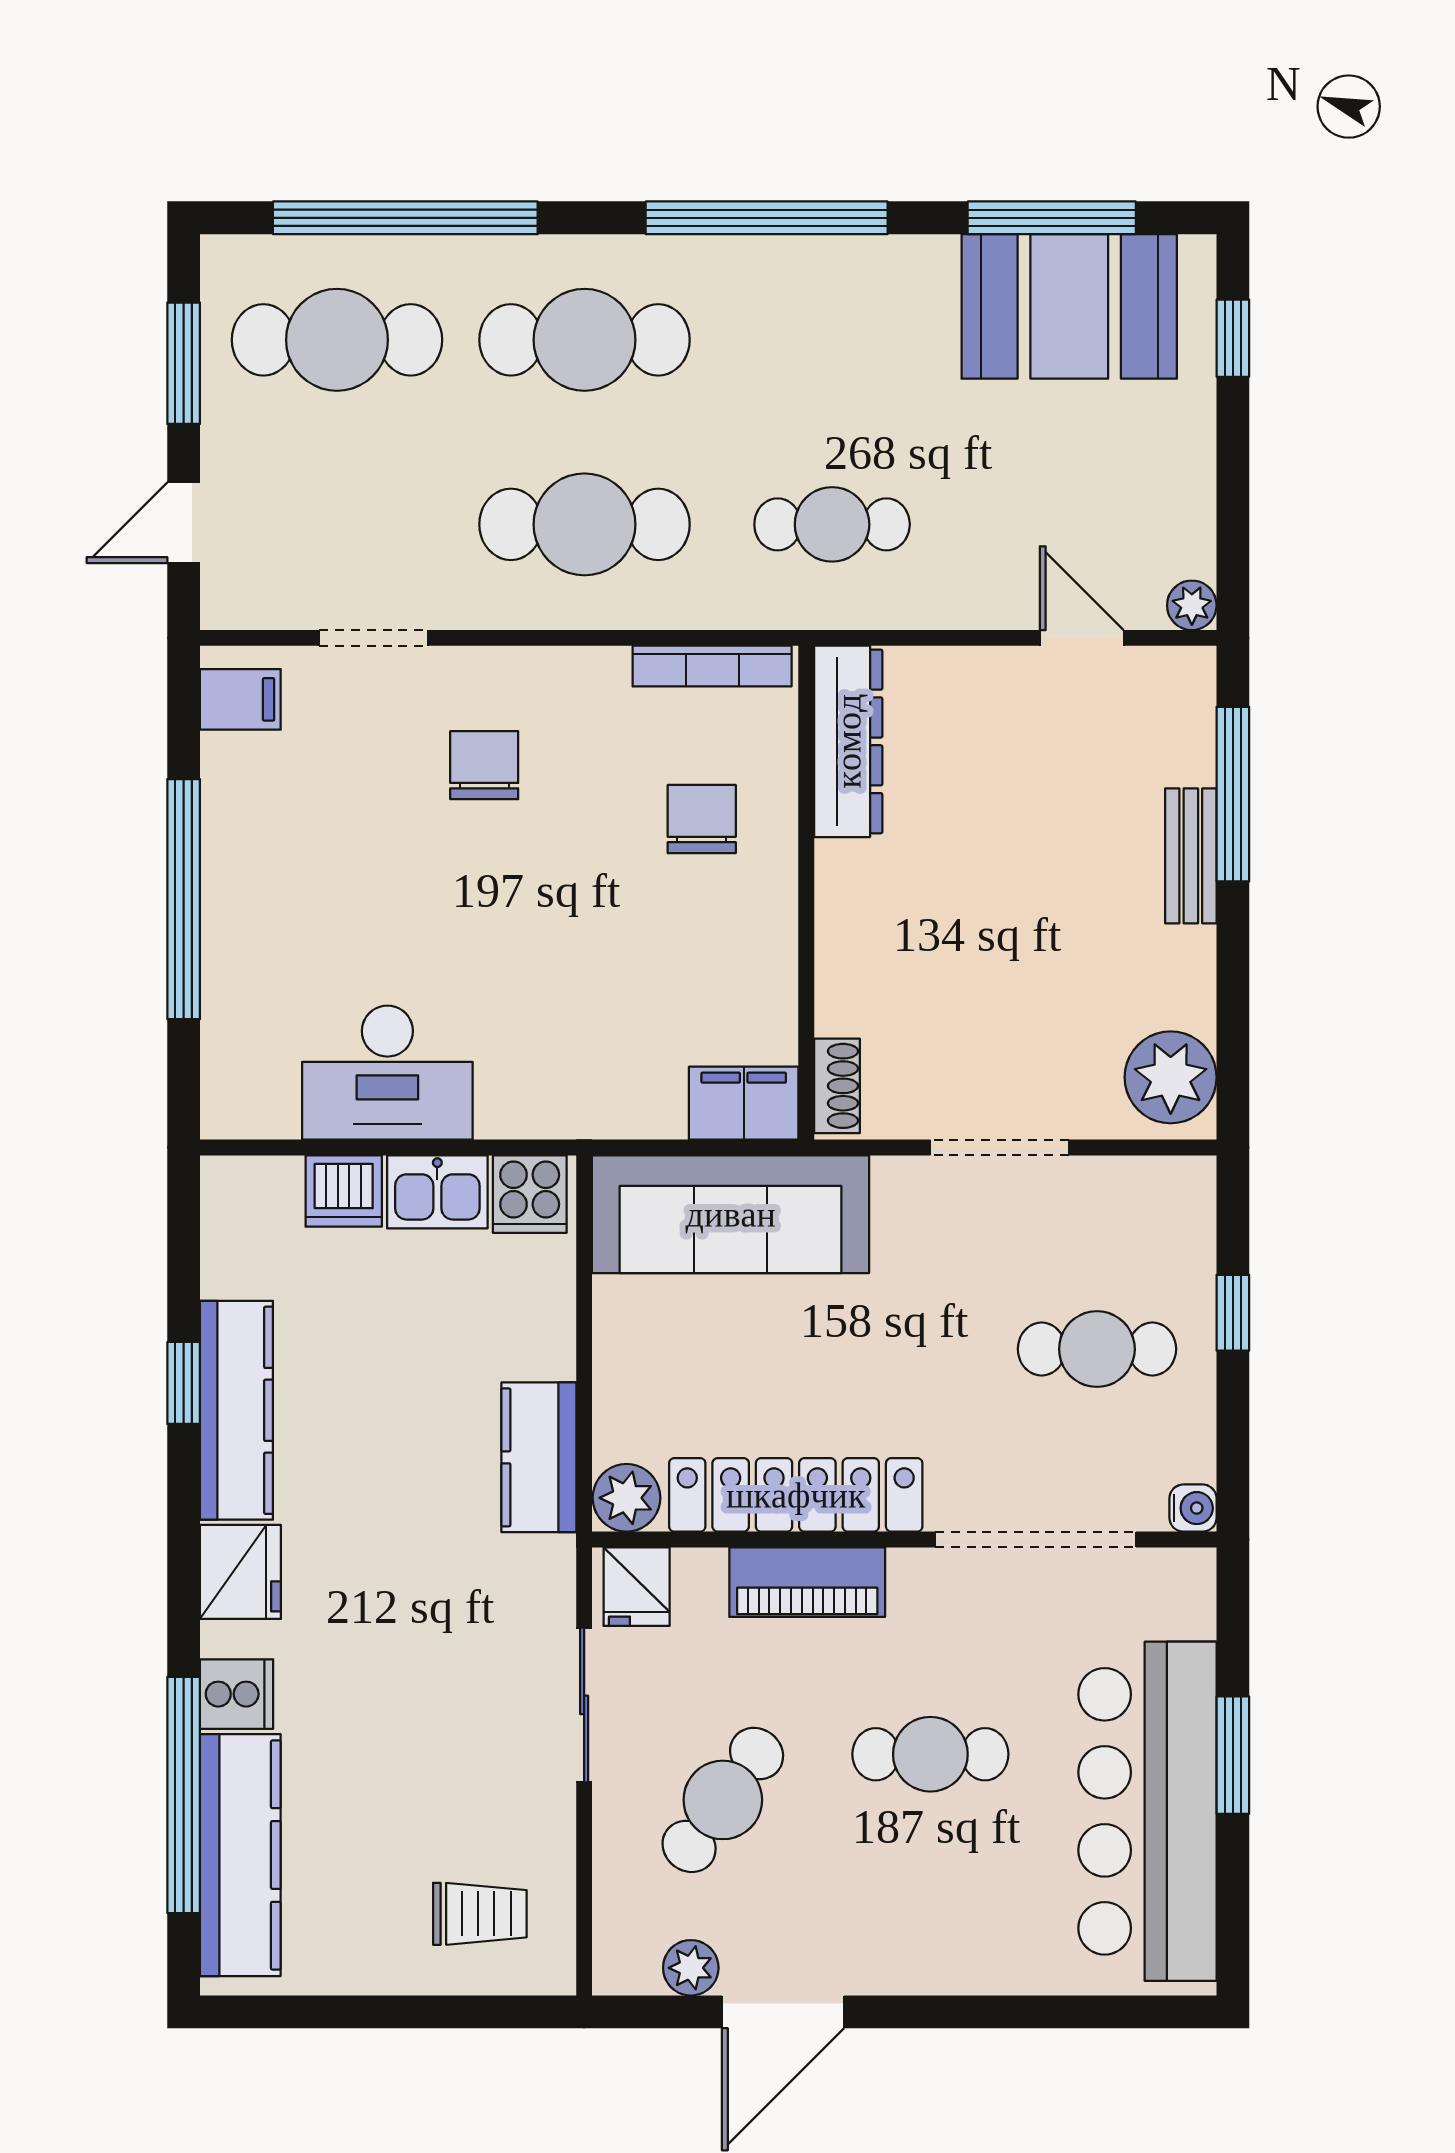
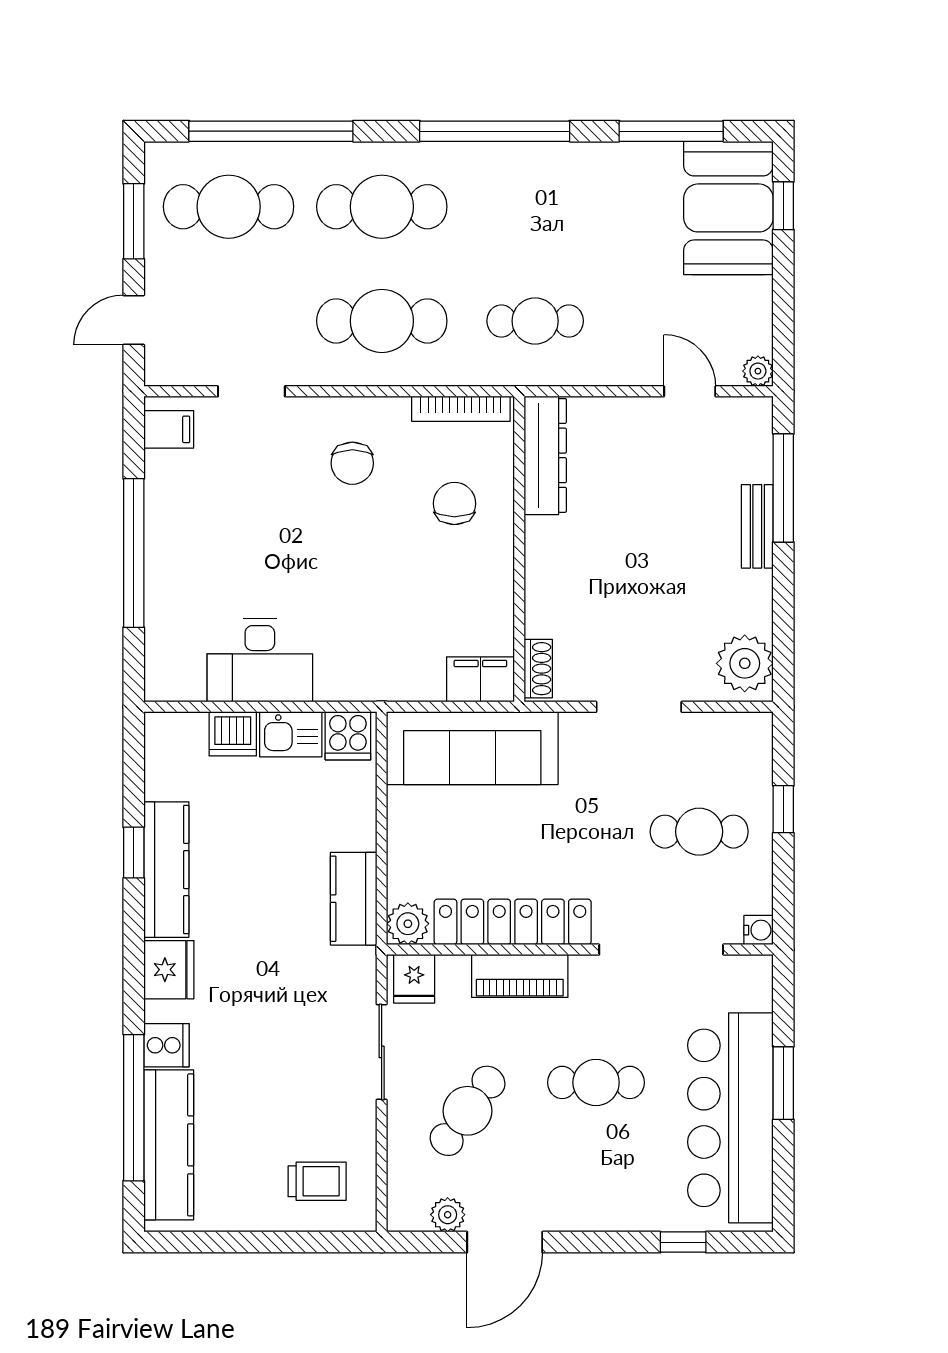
booth: (1069, 306) -> (728, 208), moved, turned 90
chair: (484, 765) -> (352, 463), moved, turned 180
window: (1071, 2012) -> (683, 1242), added

